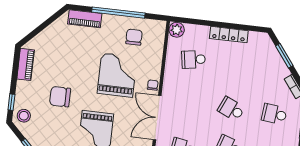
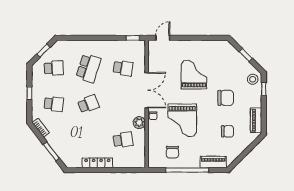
plant: (177, 30) -> (139, 123), moved
chair: (63, 55) -> (227, 131), added
school desk: (231, 109) -> (88, 104), turned -45

